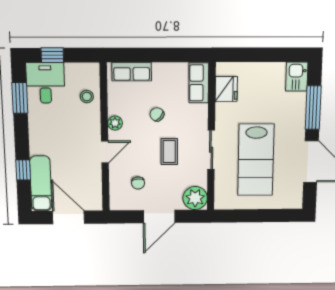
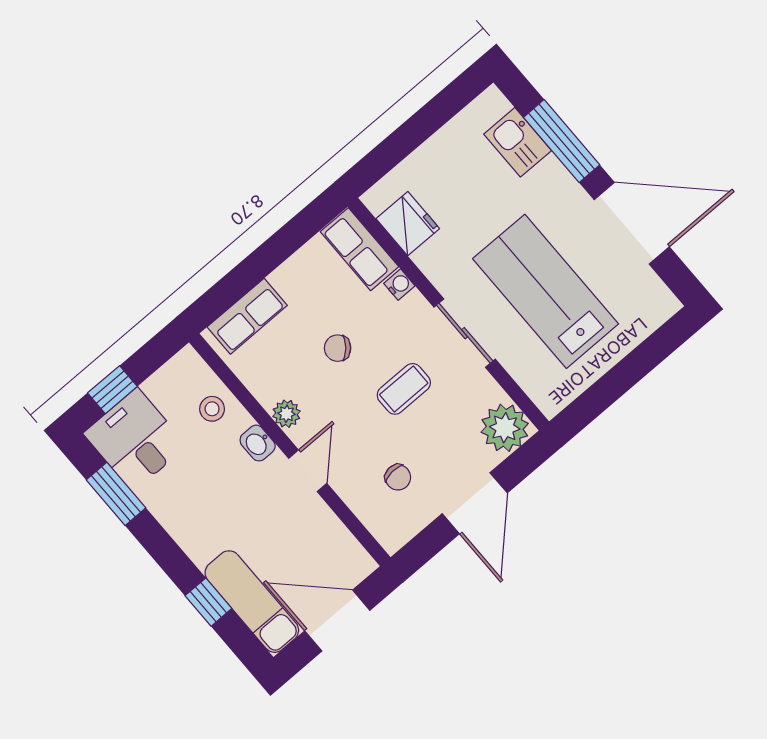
kitchen sink: (297, 77) -> (518, 142), moved
water cooler: (202, 110) -> (399, 285), added
washbasin: (94, 125) -> (258, 443), added
coffee table: (169, 152) -> (404, 389), turned 90
lab bench: (256, 160) -> (546, 291), turned 180

